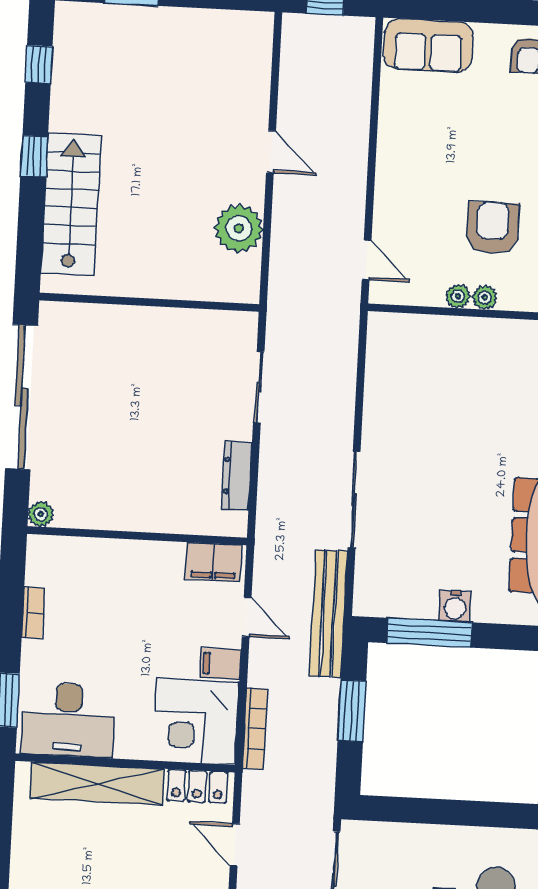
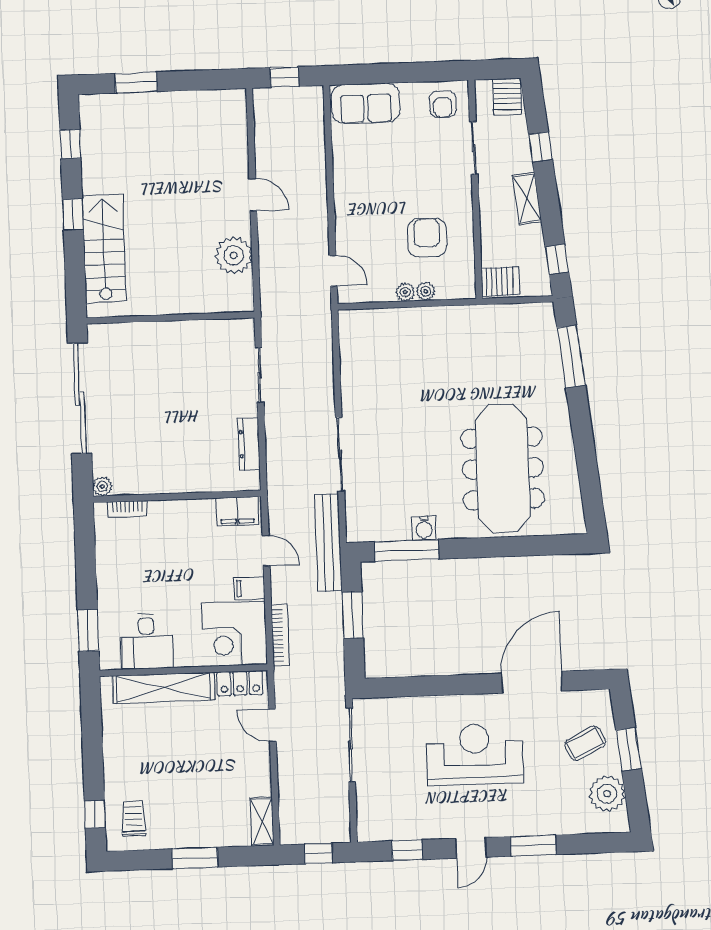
bookcase: (33, 613) -> (127, 509), moved, turned 90
desk: (68, 720) -> (147, 641), width x0.73

